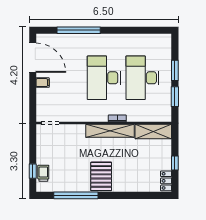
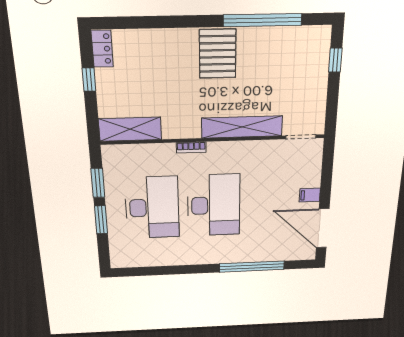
shelving: (110, 131) -> (242, 127), moved
trolley: (43, 173) -> (317, 57), removed

